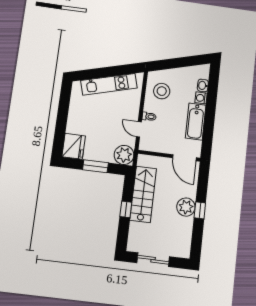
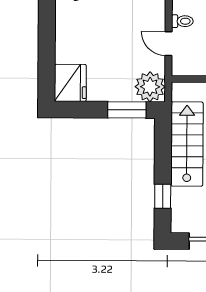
window: (95, 166) -> (127, 110), moved
window: (126, 209) -> (163, 196), moved

